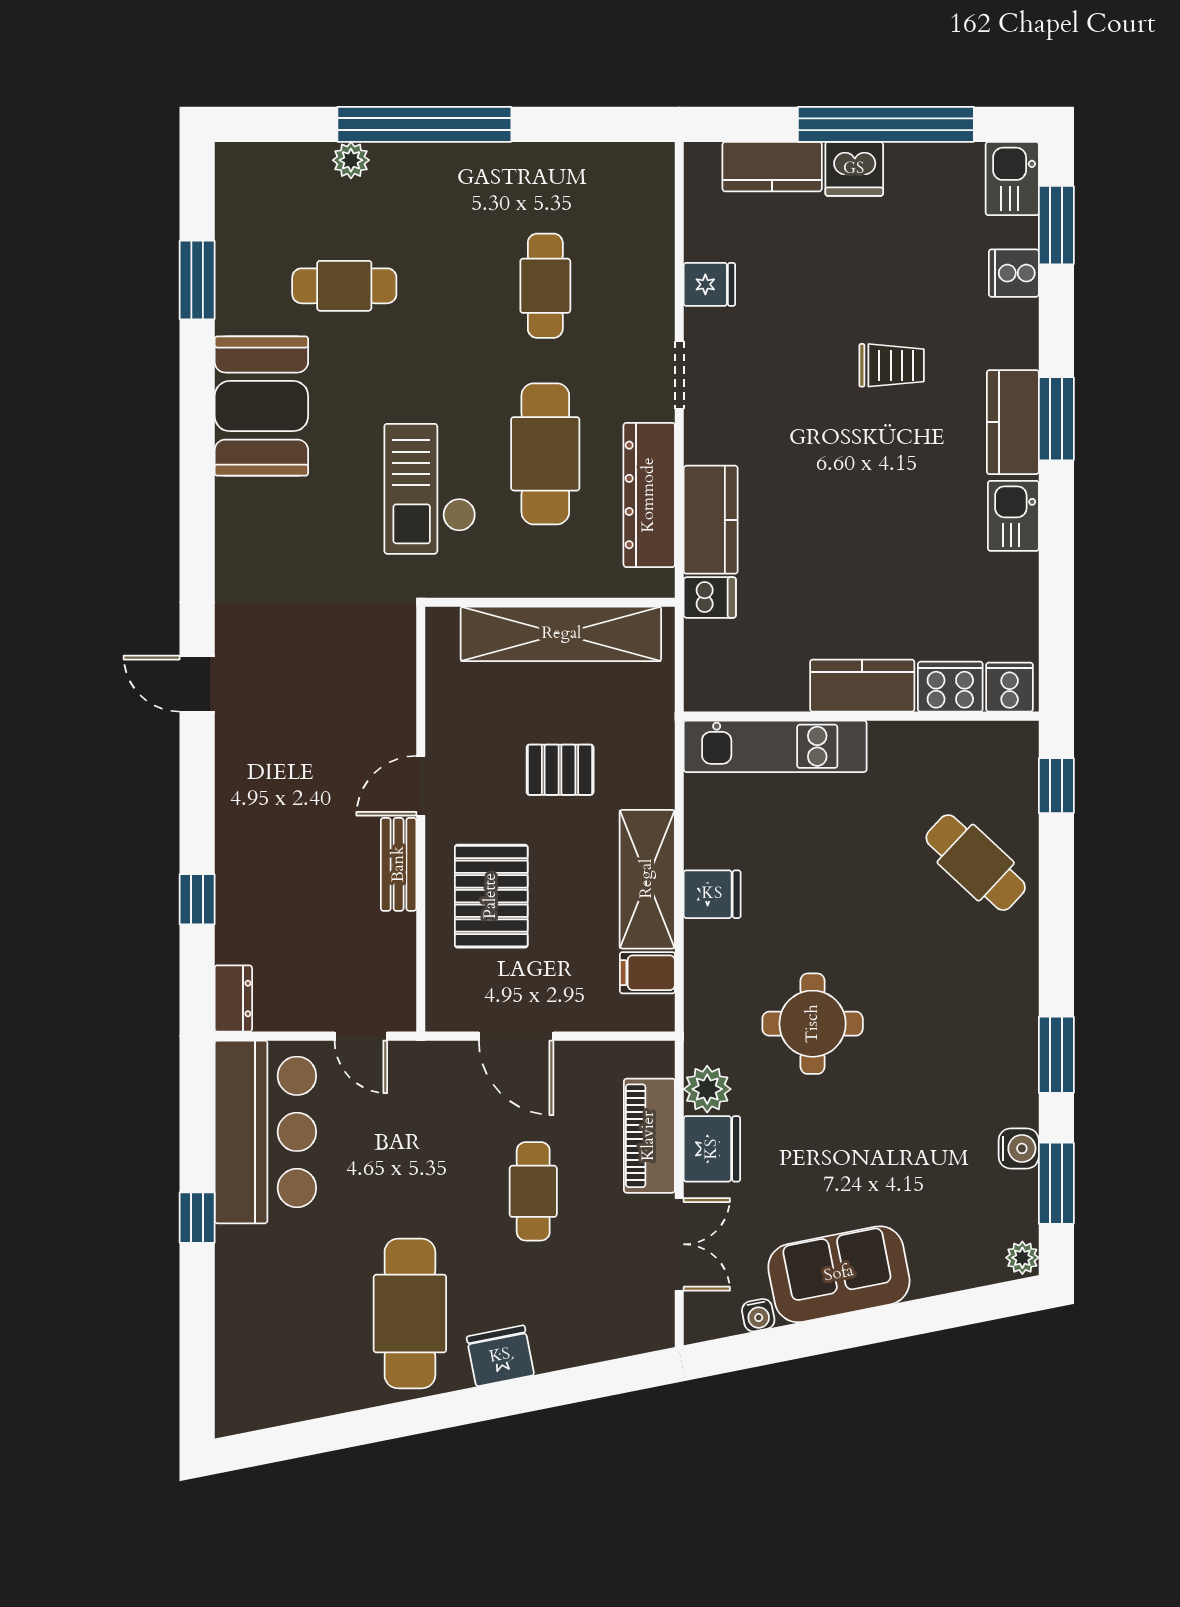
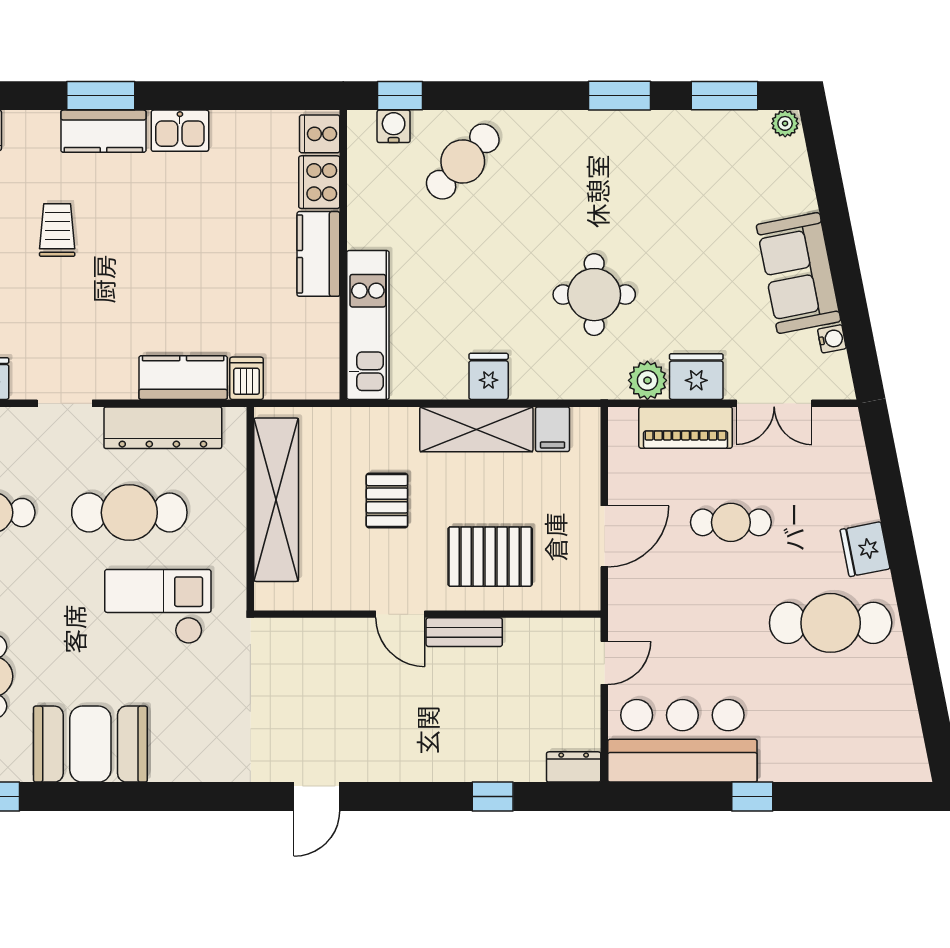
checkout: (430, 489) -> (158, 607), turned 180
water cooler: (1019, 1148) -> (394, 126), moved
double door: (679, 1244) -> (774, 403), swing flipped

